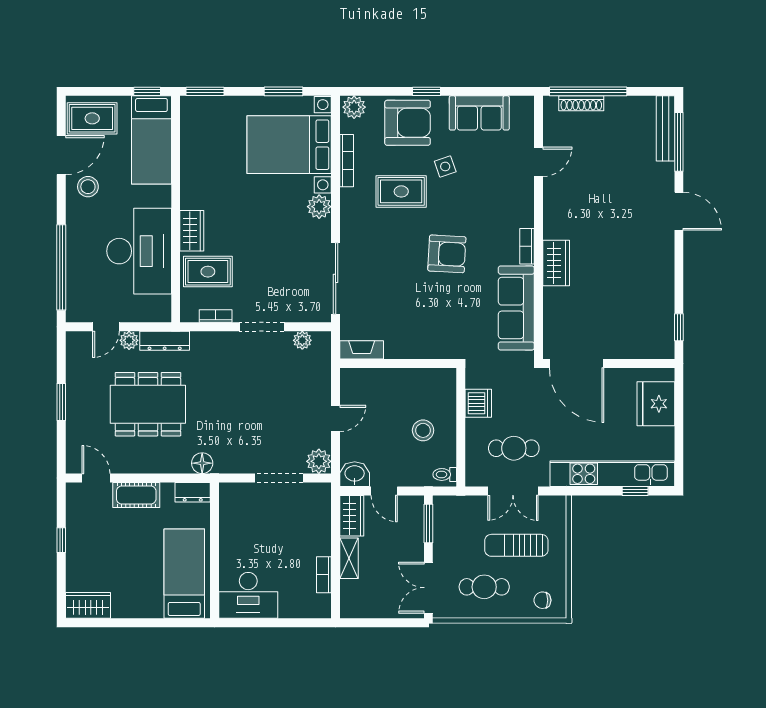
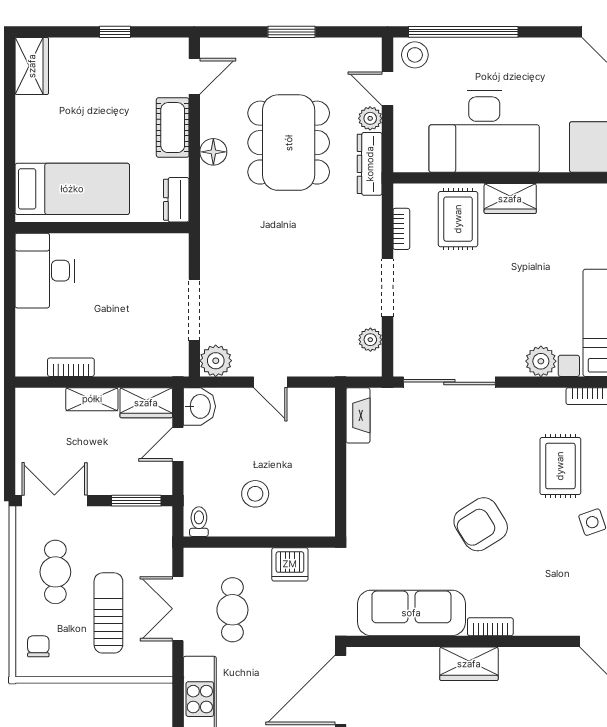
stool: (88, 187) -> (415, 55), moved
armchair: (447, 254) -> (481, 524), turned 55
floor lamp: (202, 463) -> (213, 152), moved

